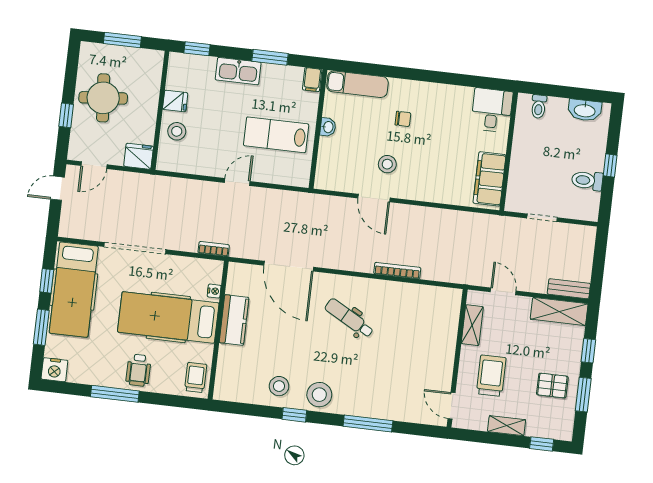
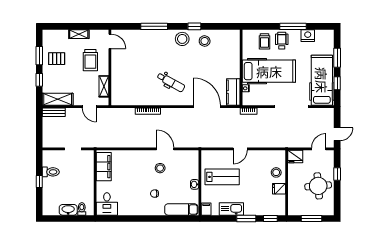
window: (270, 57) -> (246, 218), moved
kitchen sink: (238, 71) -> (231, 209), moved
washbasin: (585, 110) -> (68, 210), moved
kitchen counter: (234, 320) -> (233, 92), moved
nightstand: (54, 370) -> (308, 36), moved
trolley: (196, 377) -> (264, 41), moved
window: (542, 444) -> (59, 26), removed

